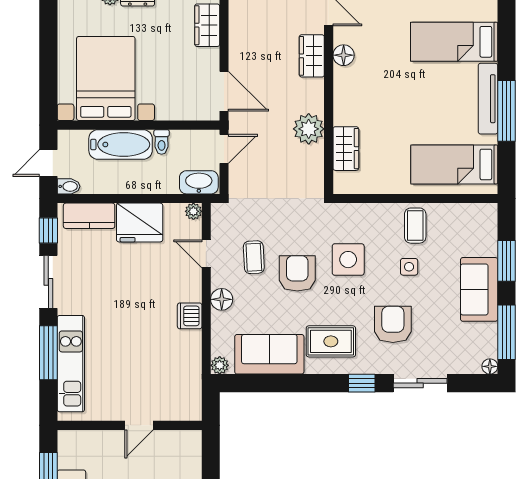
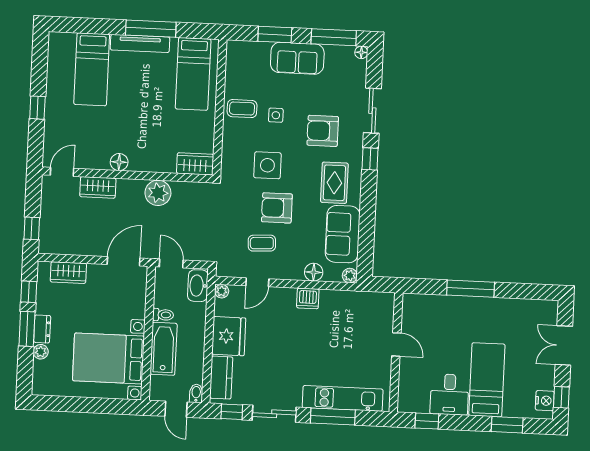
floor lamp: (344, 55) -> (119, 162), moved
wardrobe: (346, 149) -> (195, 164), moved
floor lamp: (222, 299) -> (314, 272), moved

